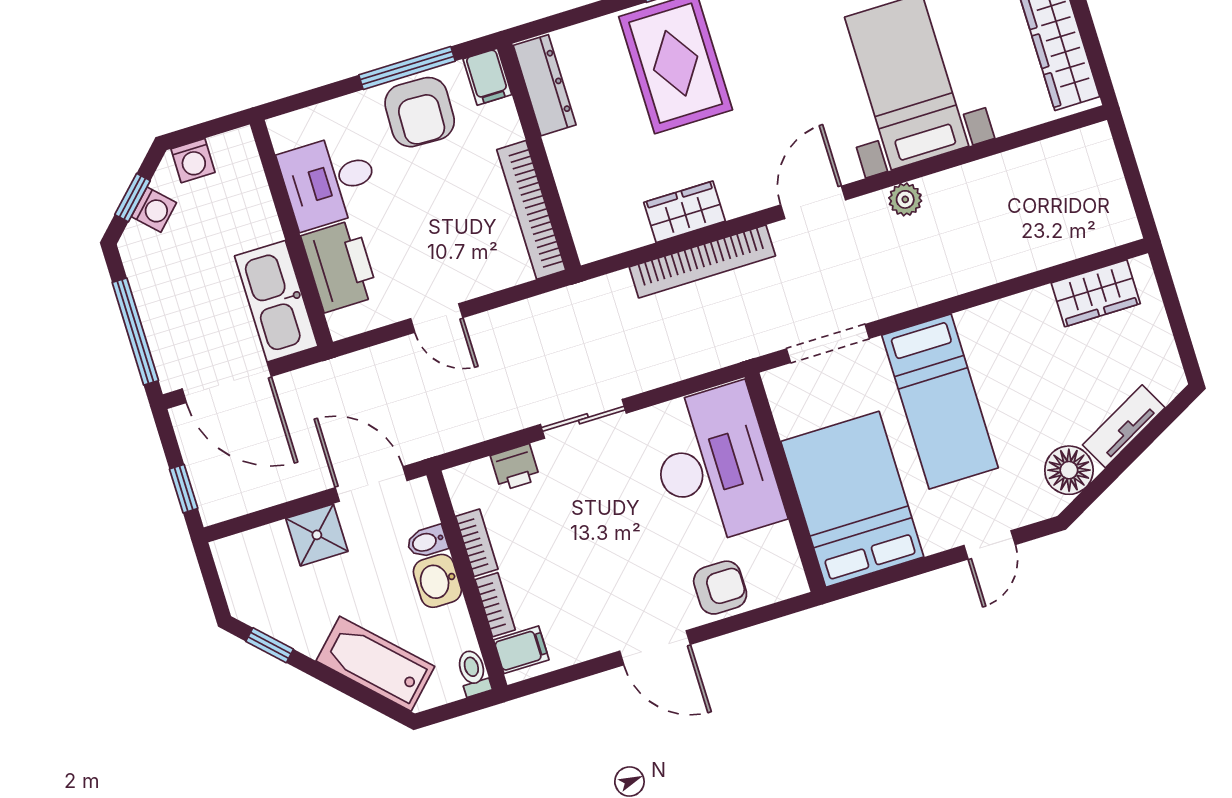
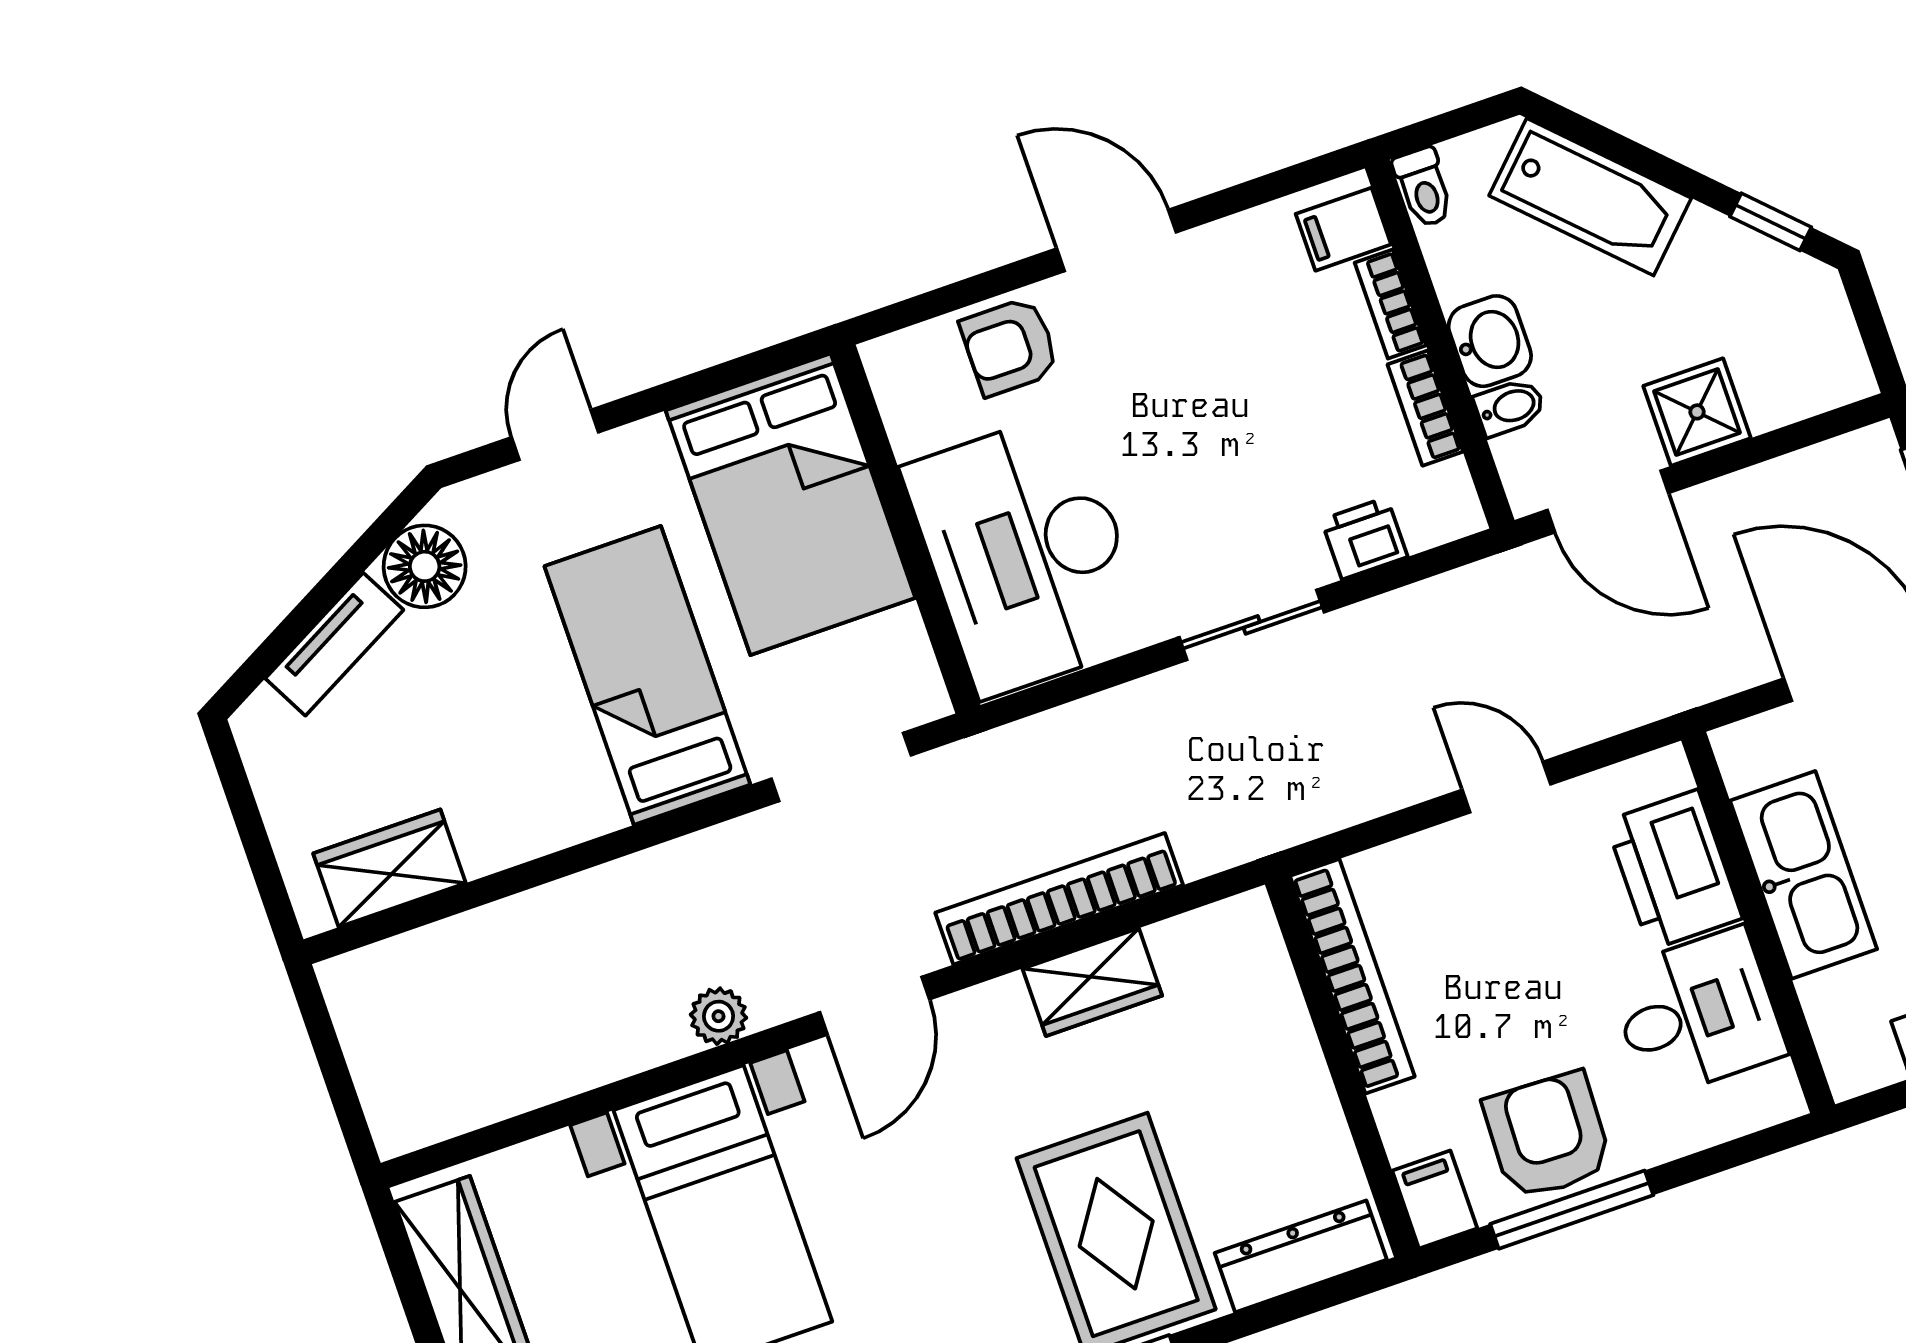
dresser: (545, 85) -> (1301, 1256), moved, turned 90
kitchen sink: (276, 301) -> (1804, 875), moved

